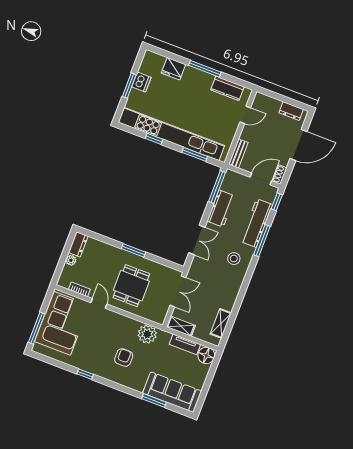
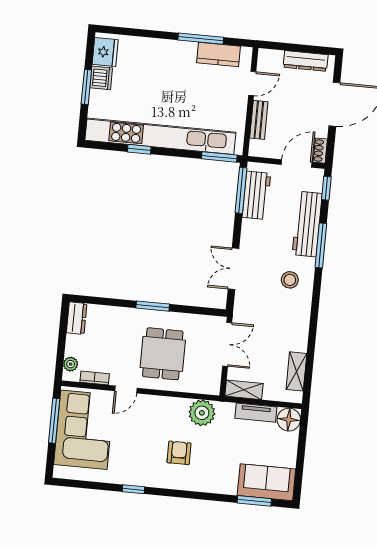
fridge: (173, 69) -> (105, 52), moved, turned -90
window: (205, 69) -> (201, 39), moved
dresser: (291, 111) -> (306, 61), width x1.44
bench: (238, 153) -> (259, 120), moved
window: (195, 154) -> (219, 157), moved
workbench: (221, 209) -> (256, 195), moved
double door: (197, 240) -> (233, 269), swing flipped
plant: (71, 260) -> (71, 364), moved
door: (99, 303) -> (126, 389), swing flipped
window: (37, 328) -> (54, 421), moved
sofa: (172, 392) -> (266, 482), width x0.73
window: (154, 400) -> (254, 501), moved

